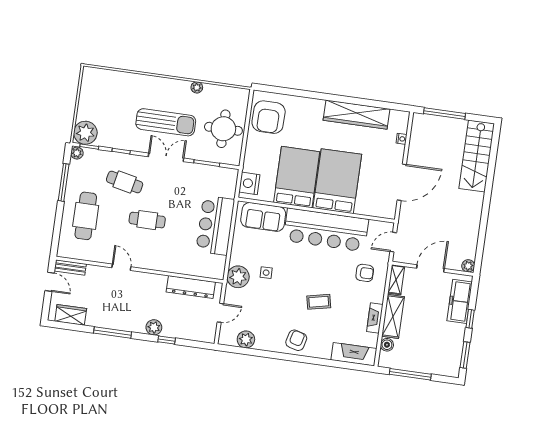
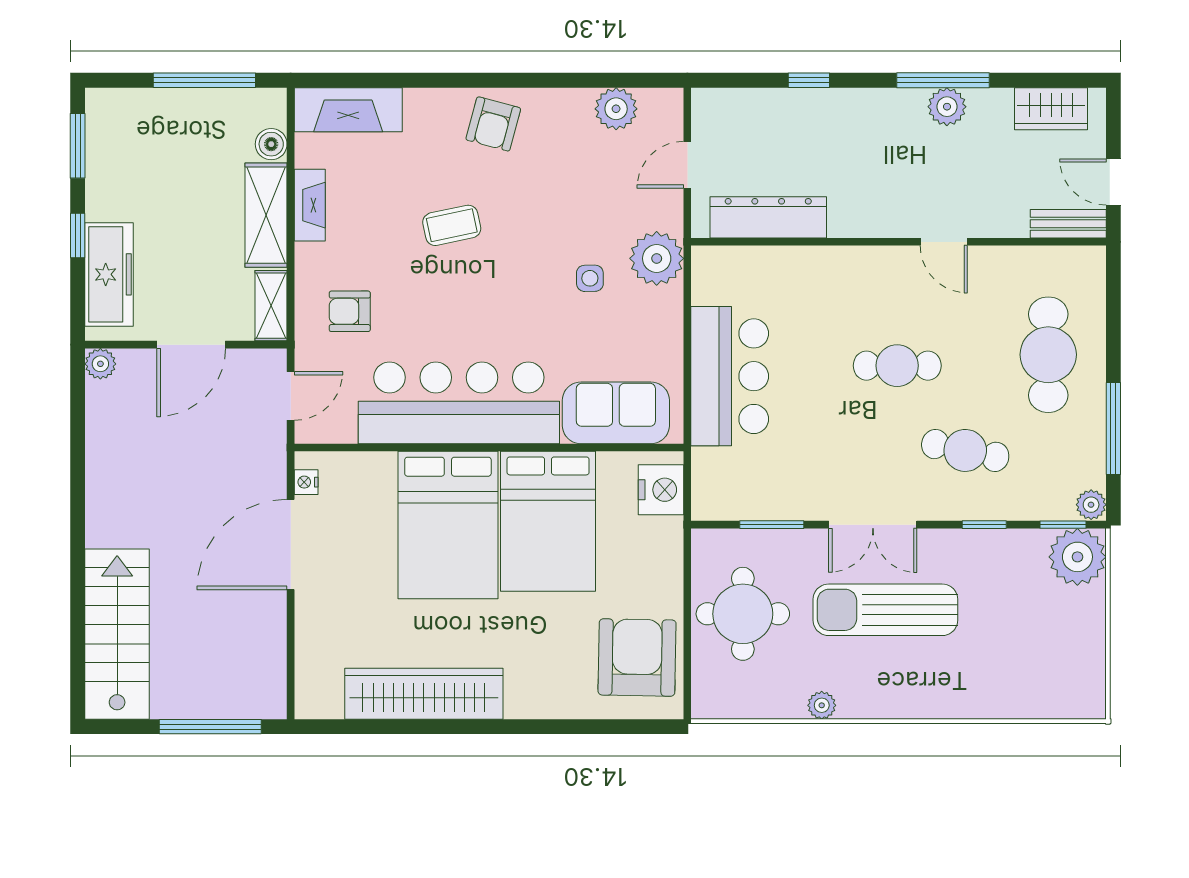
nightstand: (401, 139) -> (306, 482), moved
plant: (154, 327) -> (947, 107), moved

